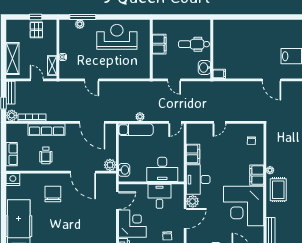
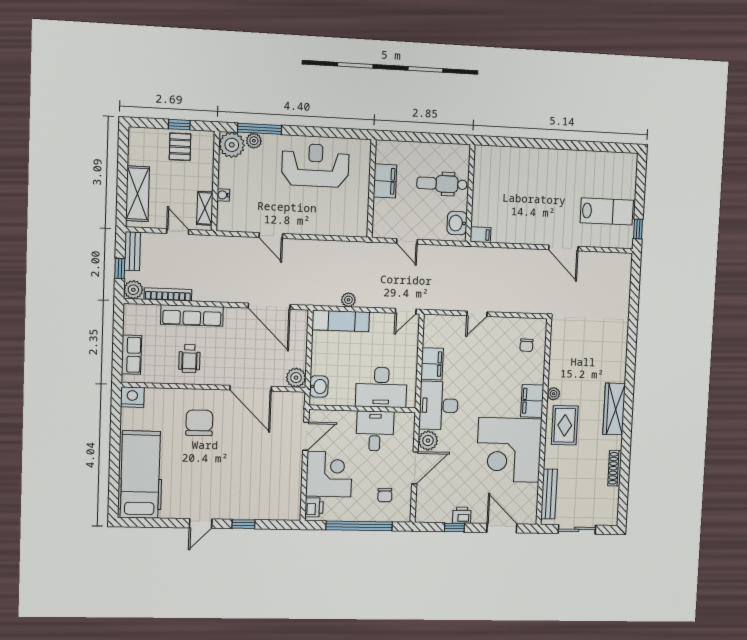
plant: (67, 27) -> (232, 145), added

